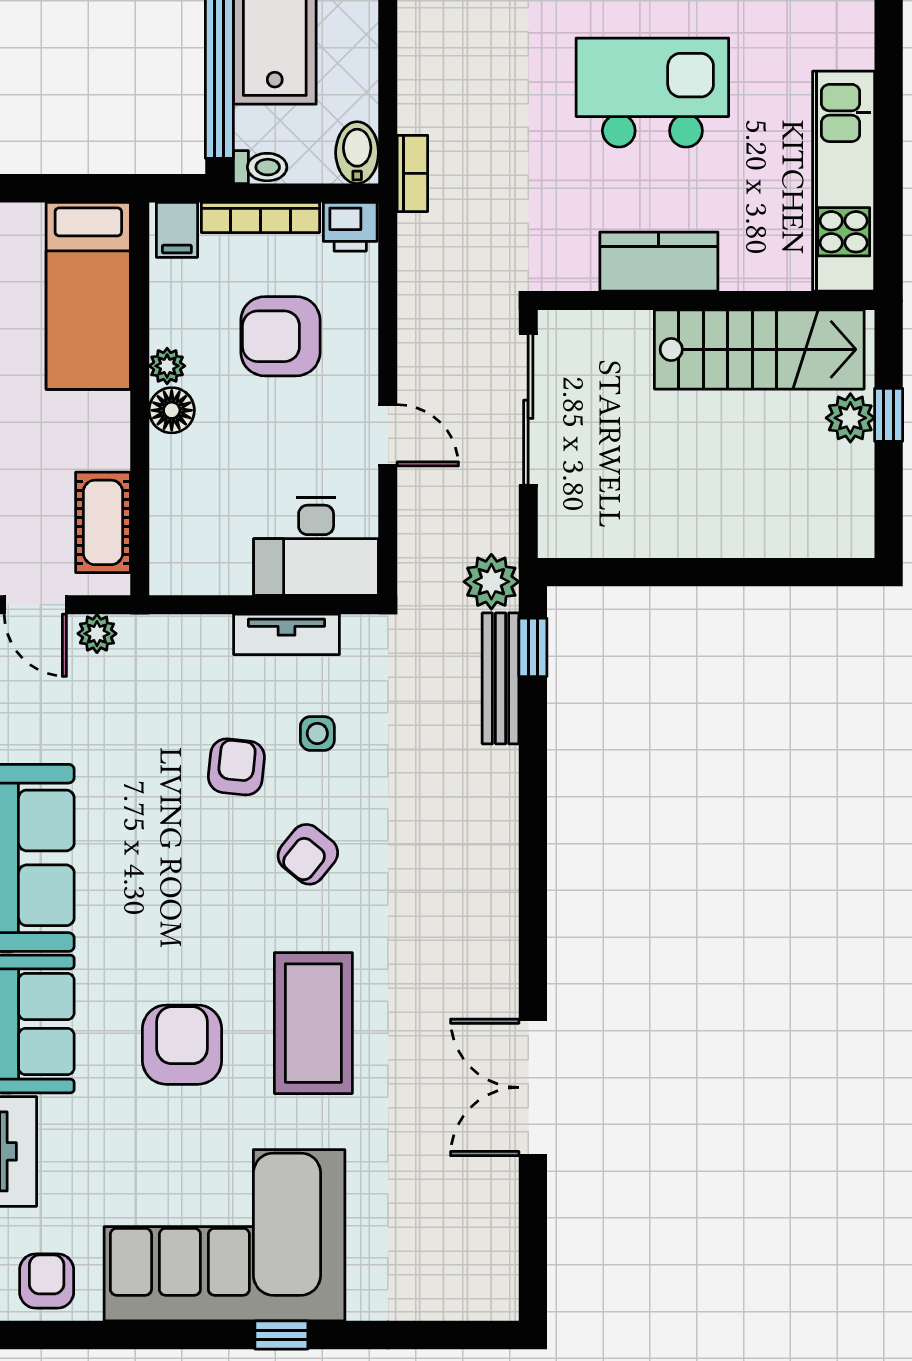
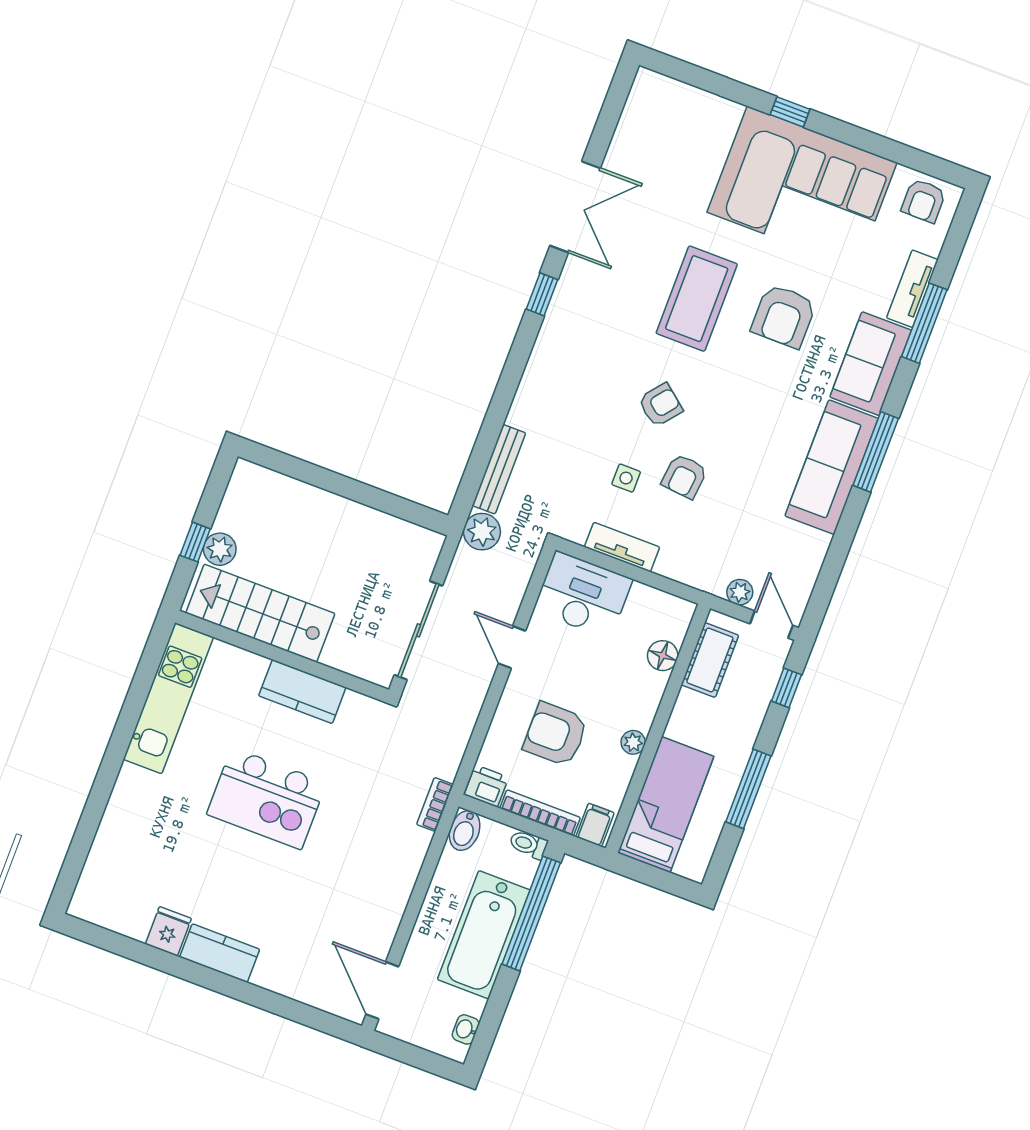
armchair: (280, 336) -> (556, 734), turned 180
floor lamp: (172, 410) -> (663, 656), moved
window: (533, 647) -> (542, 294), moved

